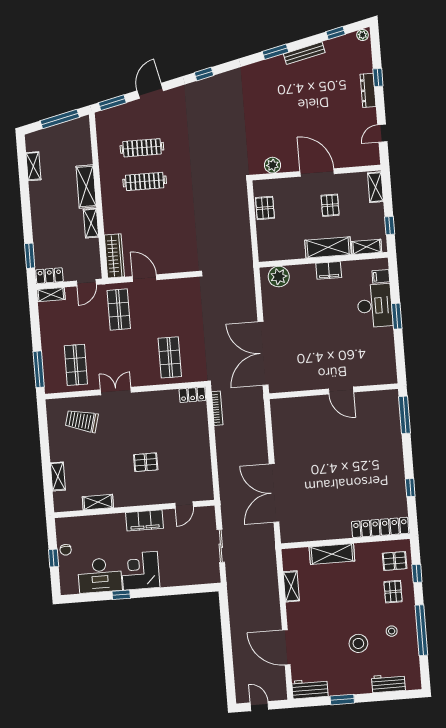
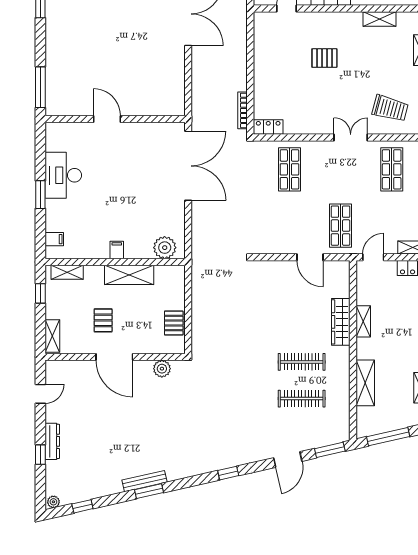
bench: (304, 53) -> (145, 481), moved
shelving: (86, 186) -> (365, 383), moved
shelving: (328, 247) -> (129, 275), moved
wardrobe: (114, 256) -> (341, 322), moved
filing cabinet: (329, 270) -> (117, 250), width x0.50
desk: (375, 306) -> (63, 175), moved
double door: (116, 391) -> (351, 138), swing flipped

